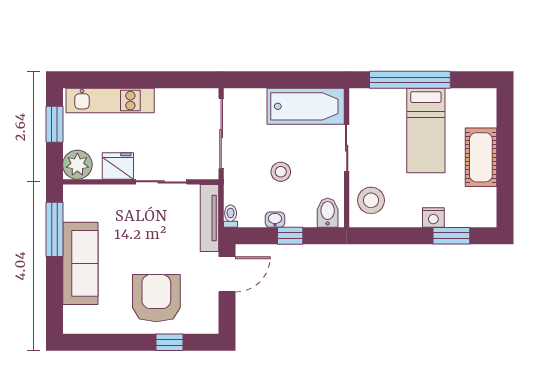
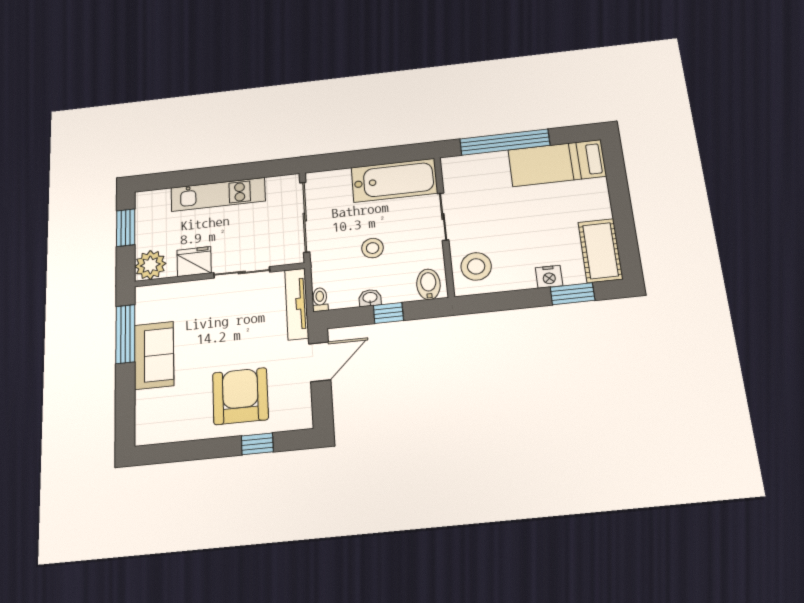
kitchen unit: (110, 101) -> (218, 194), moved
bed: (426, 130) -> (557, 163), moved, turned 90
cot: (481, 157) -> (600, 251), moved
sofa: (80, 263) -> (154, 355), width x0.73

